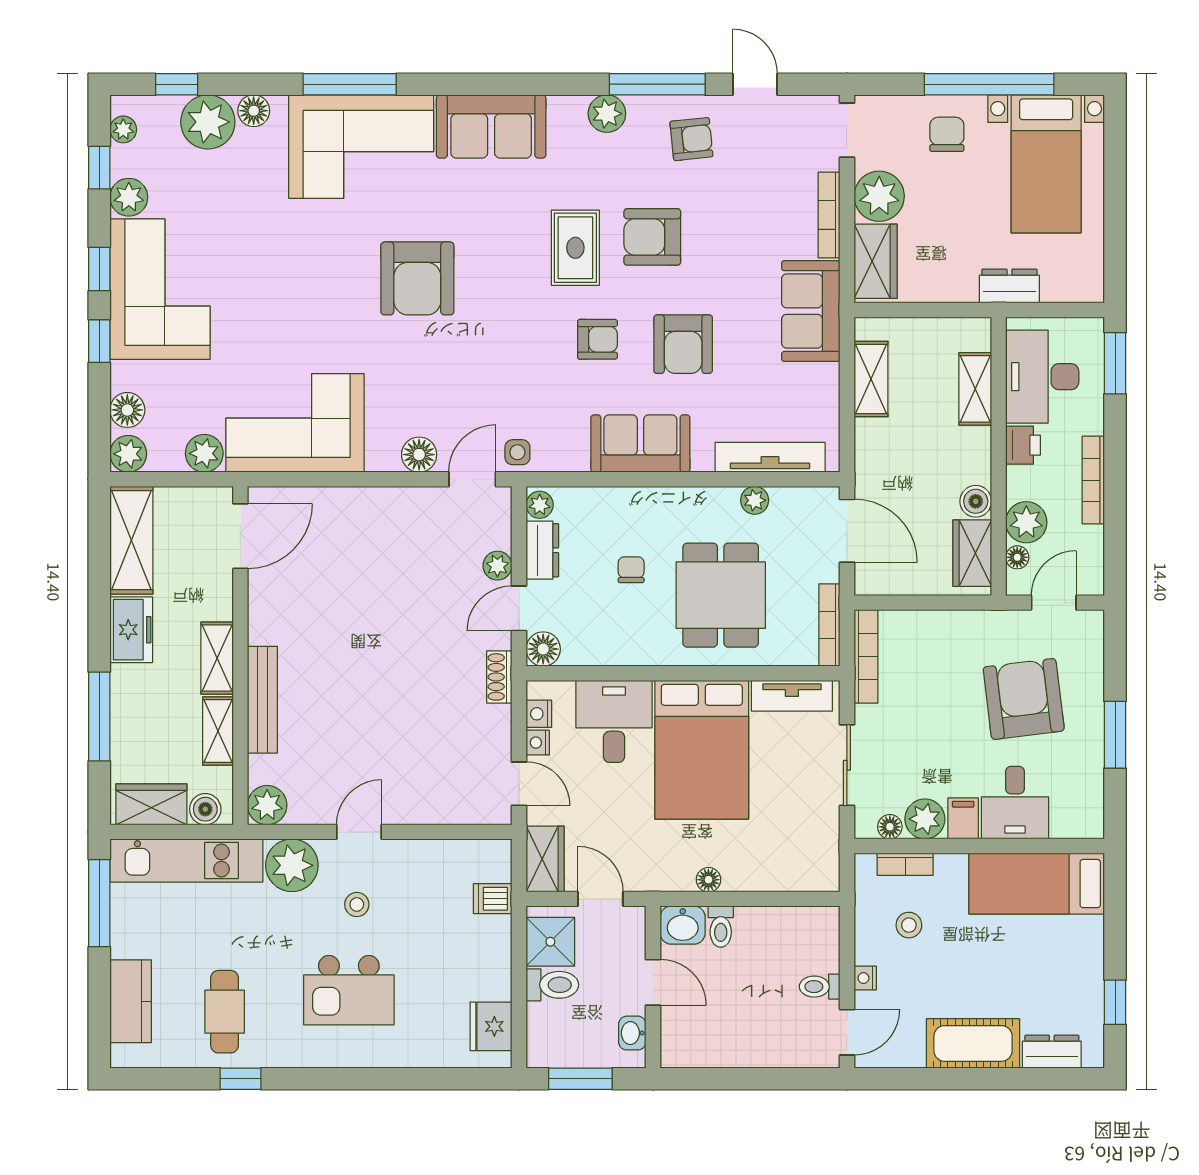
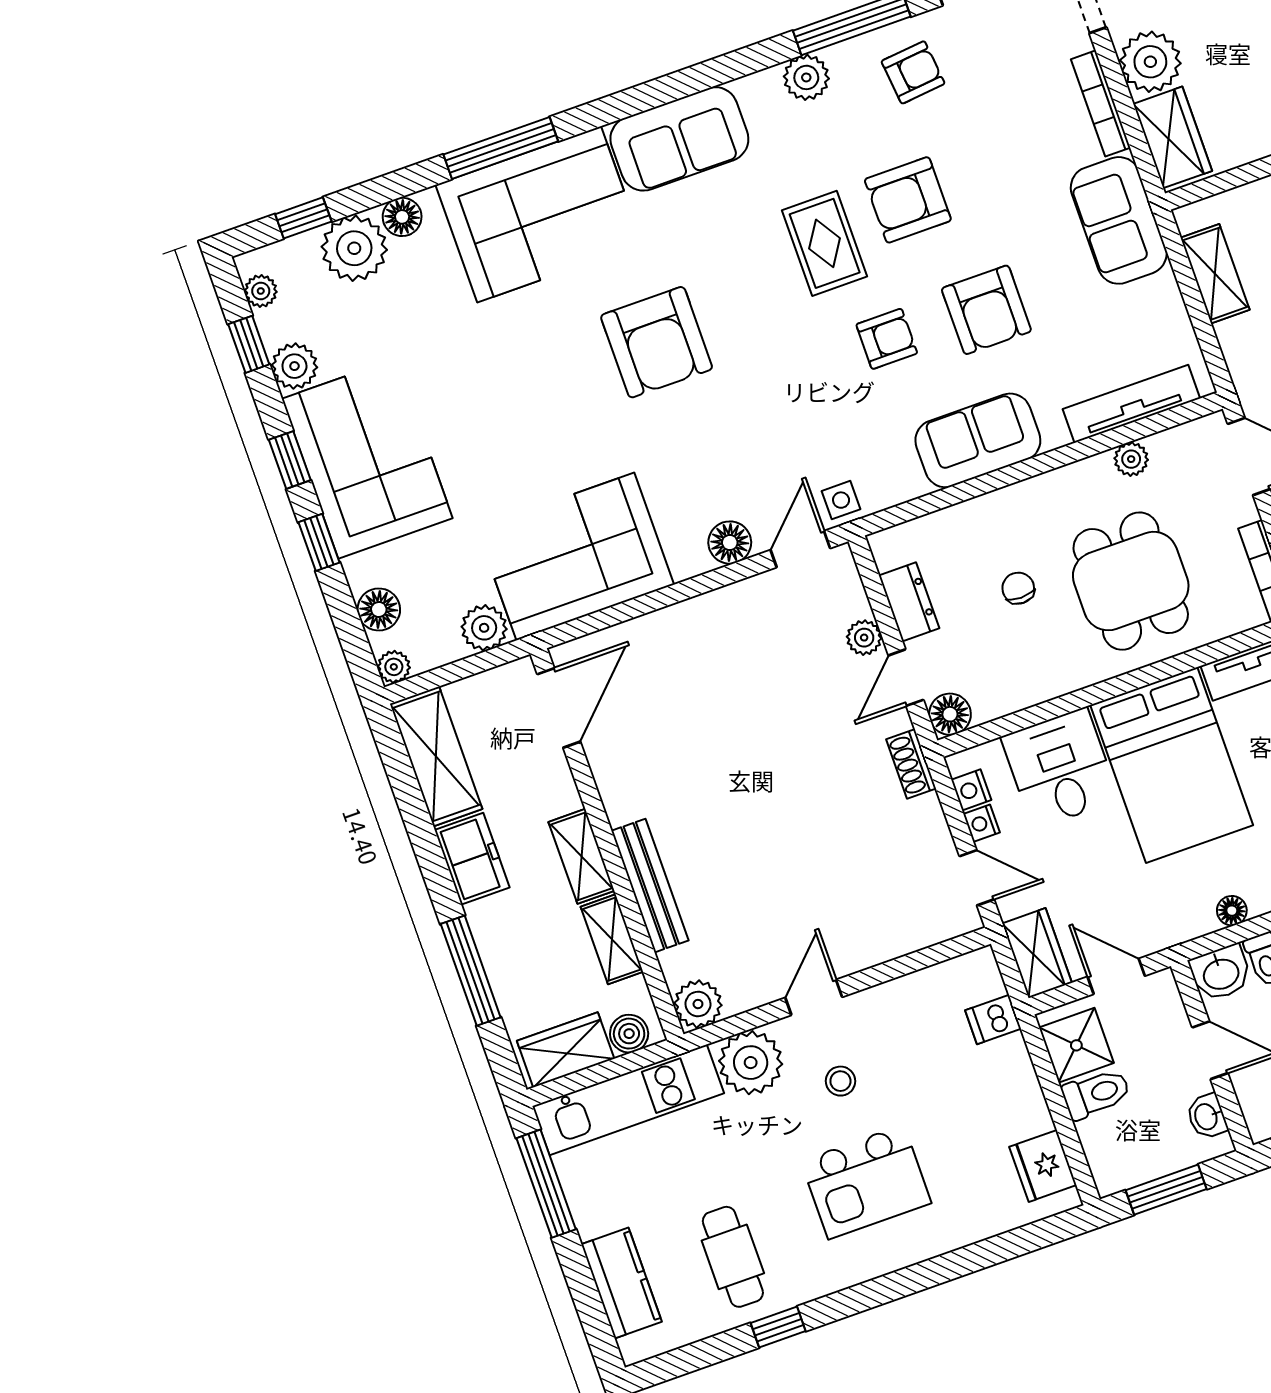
plant: (128, 454) -> (394, 667), width x0.73, depth x0.73
plant: (540, 505) -> (888, 551), removed

